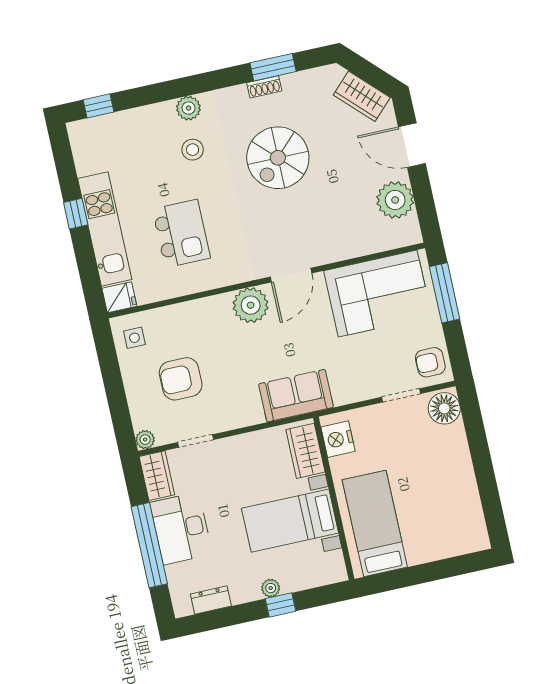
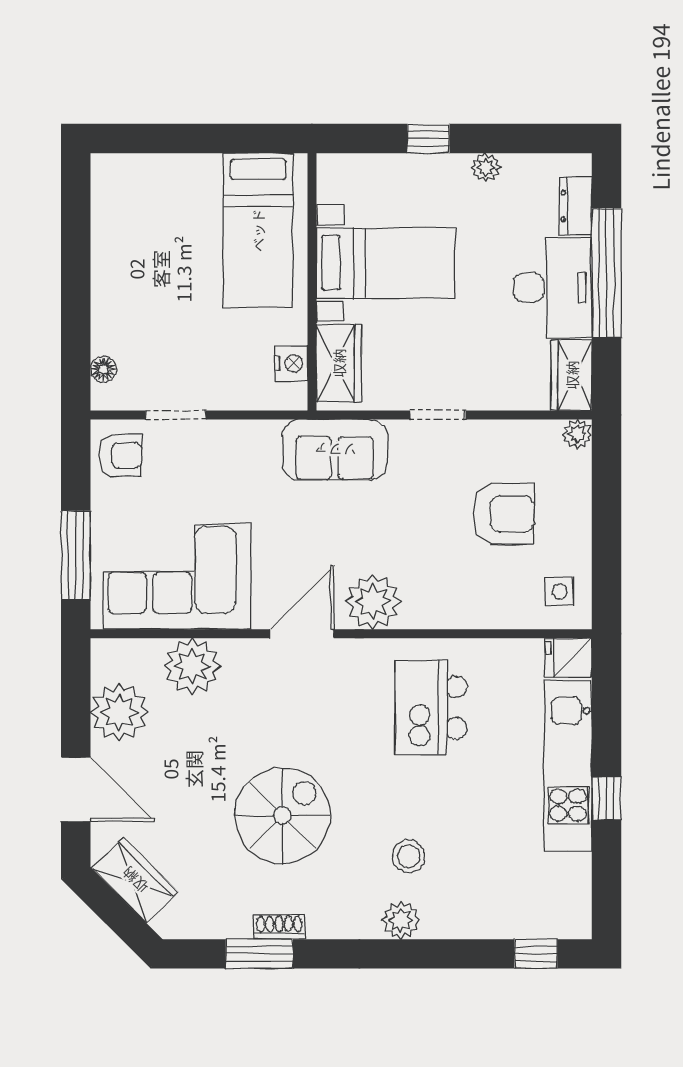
kitchen island: (181, 233) -> (431, 707), moved
plant: (356, 239) -> (192, 666), added
floor lamp: (444, 408) -> (103, 369), width x0.53, depth x0.53
nightstand: (338, 439) -> (291, 363), width x0.74, depth x0.75
doorway: (195, 441) -> (438, 415), moved
plant: (271, 588) -> (486, 167), moved
dresser: (211, 600) -> (576, 206), moved, turned 90

